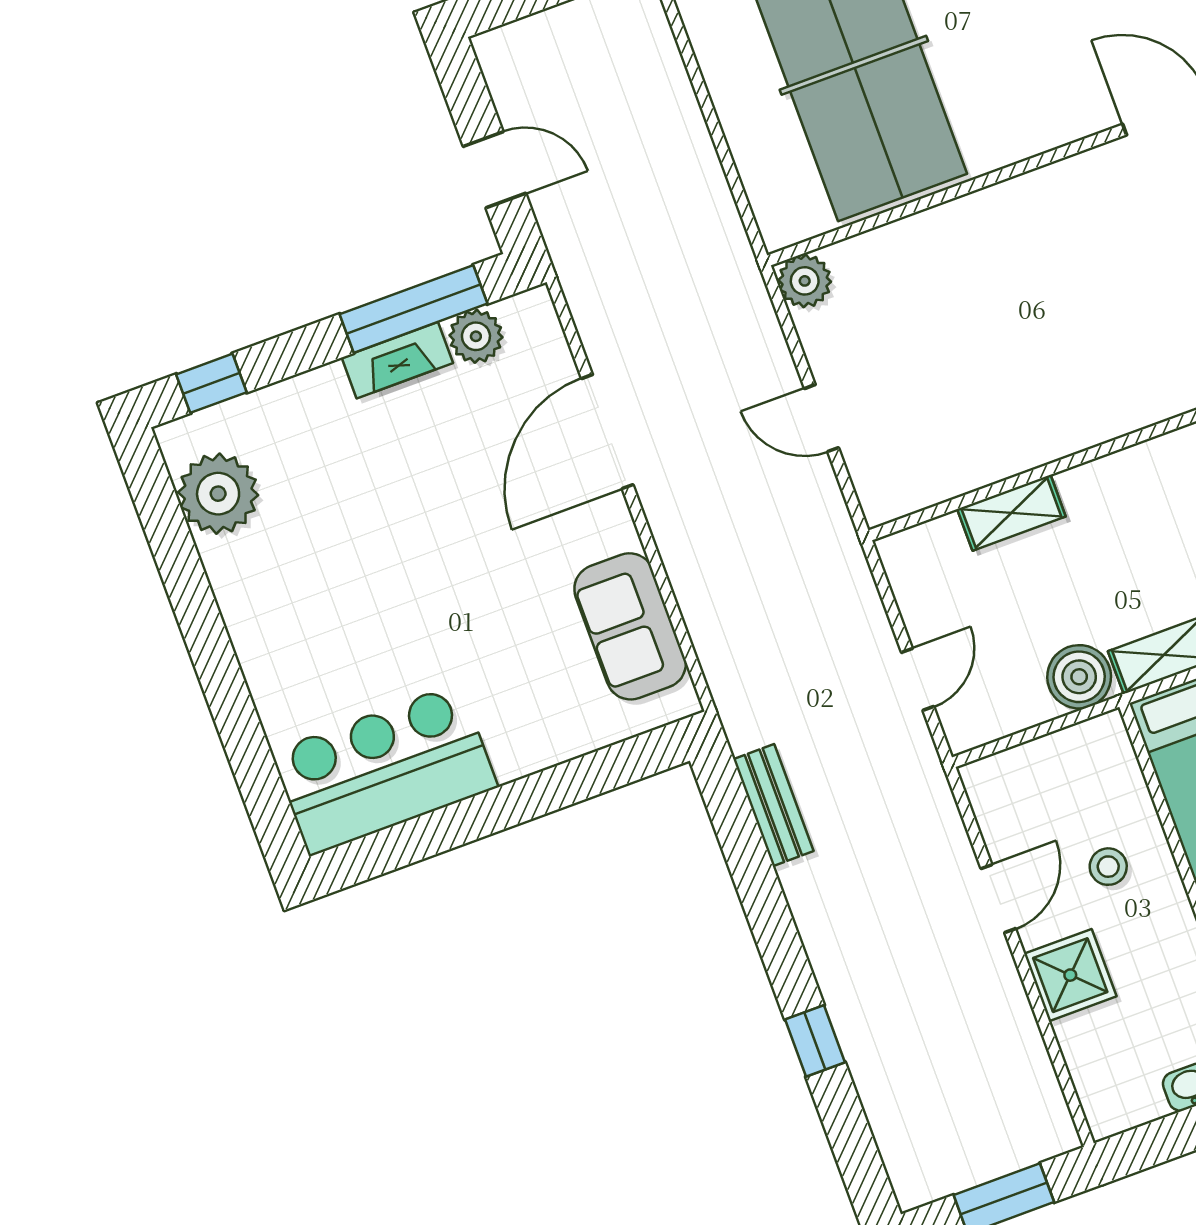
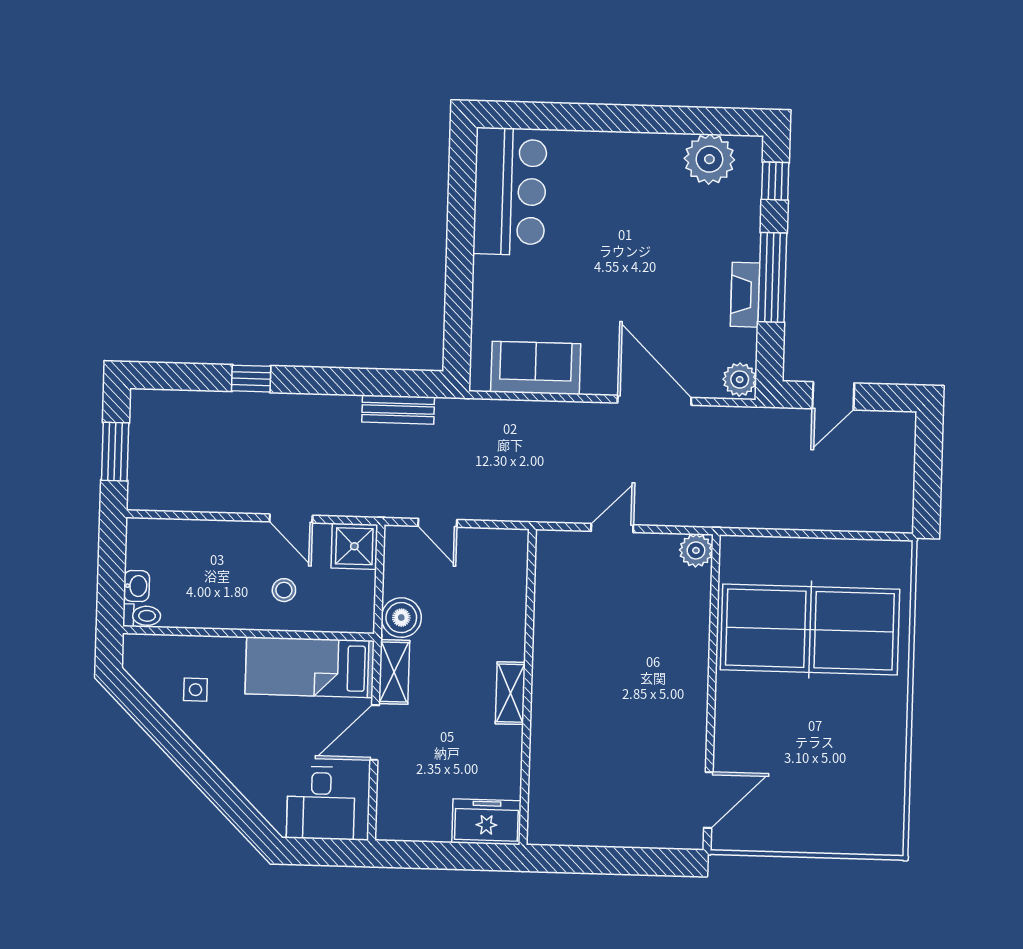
window: (414, 309) -> (772, 277), moved
plant: (476, 336) -> (740, 380), moved
shelving: (1011, 513) -> (510, 693), moved
shower: (1070, 975) -> (354, 546), moved

